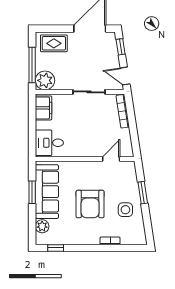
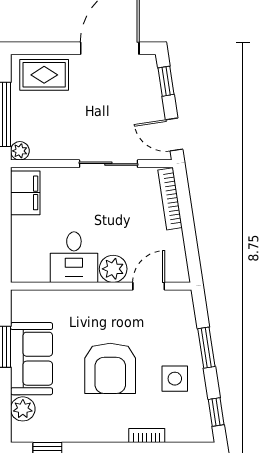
plant: (45, 80) -> (20, 151), width x0.53, depth x0.53
desk: (49, 143) -> (74, 257), moved, turned -90
plant: (92, 150) -> (113, 269), added
sofa: (47, 192) -> (31, 359), width x0.73
window: (148, 228) -> (216, 412), added

